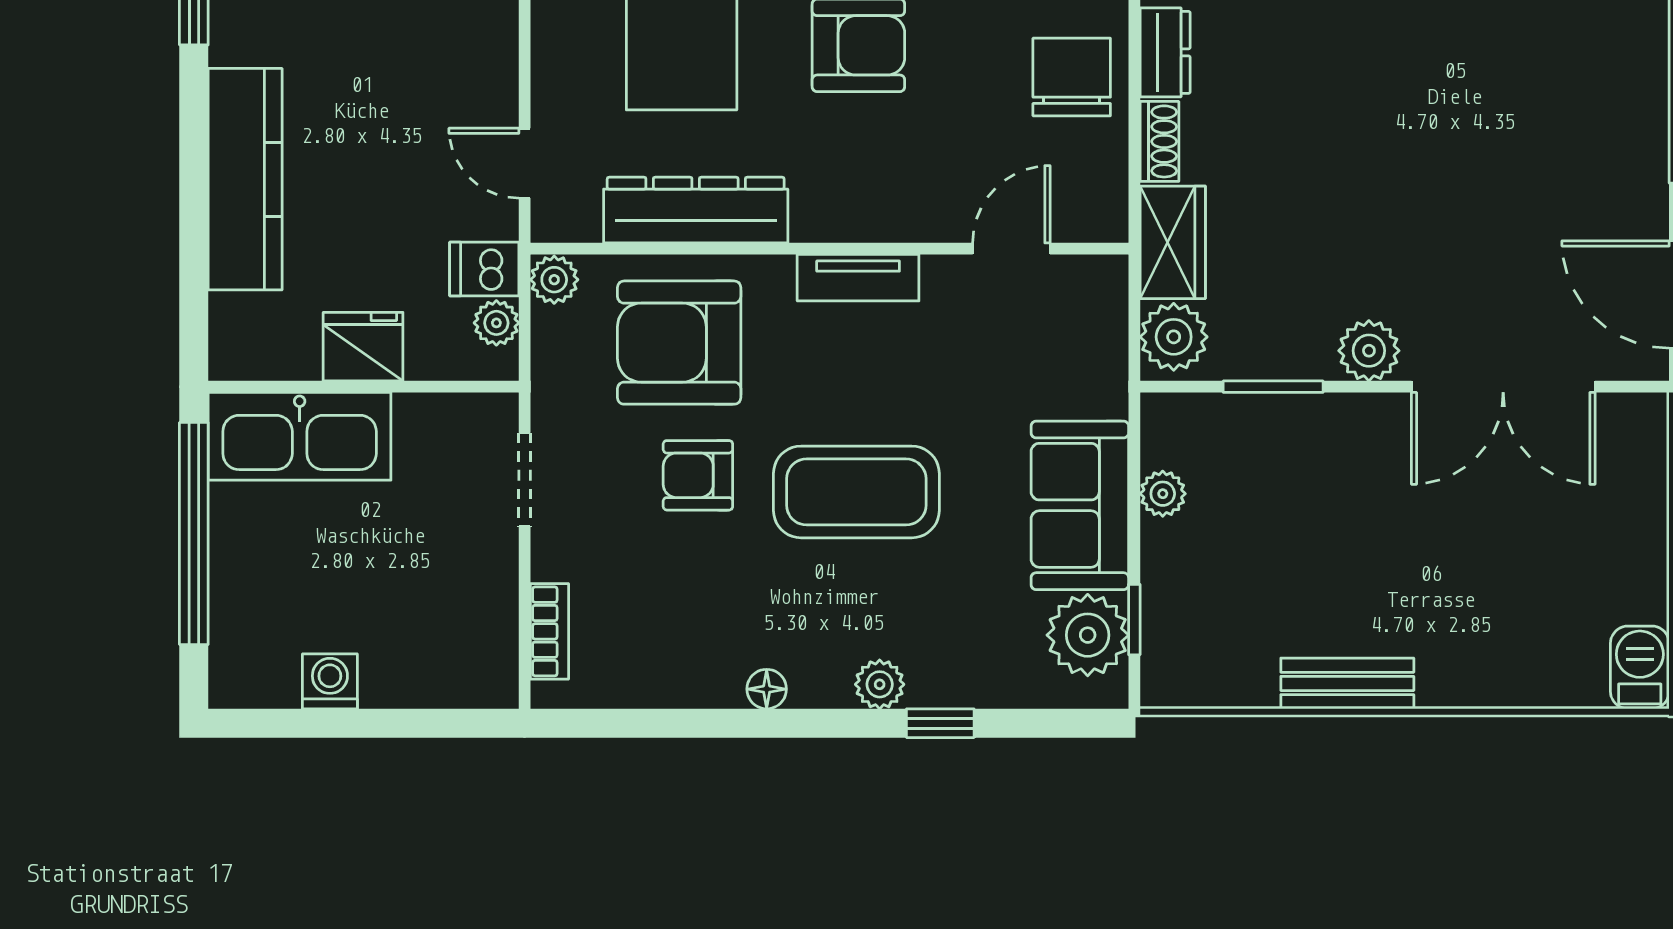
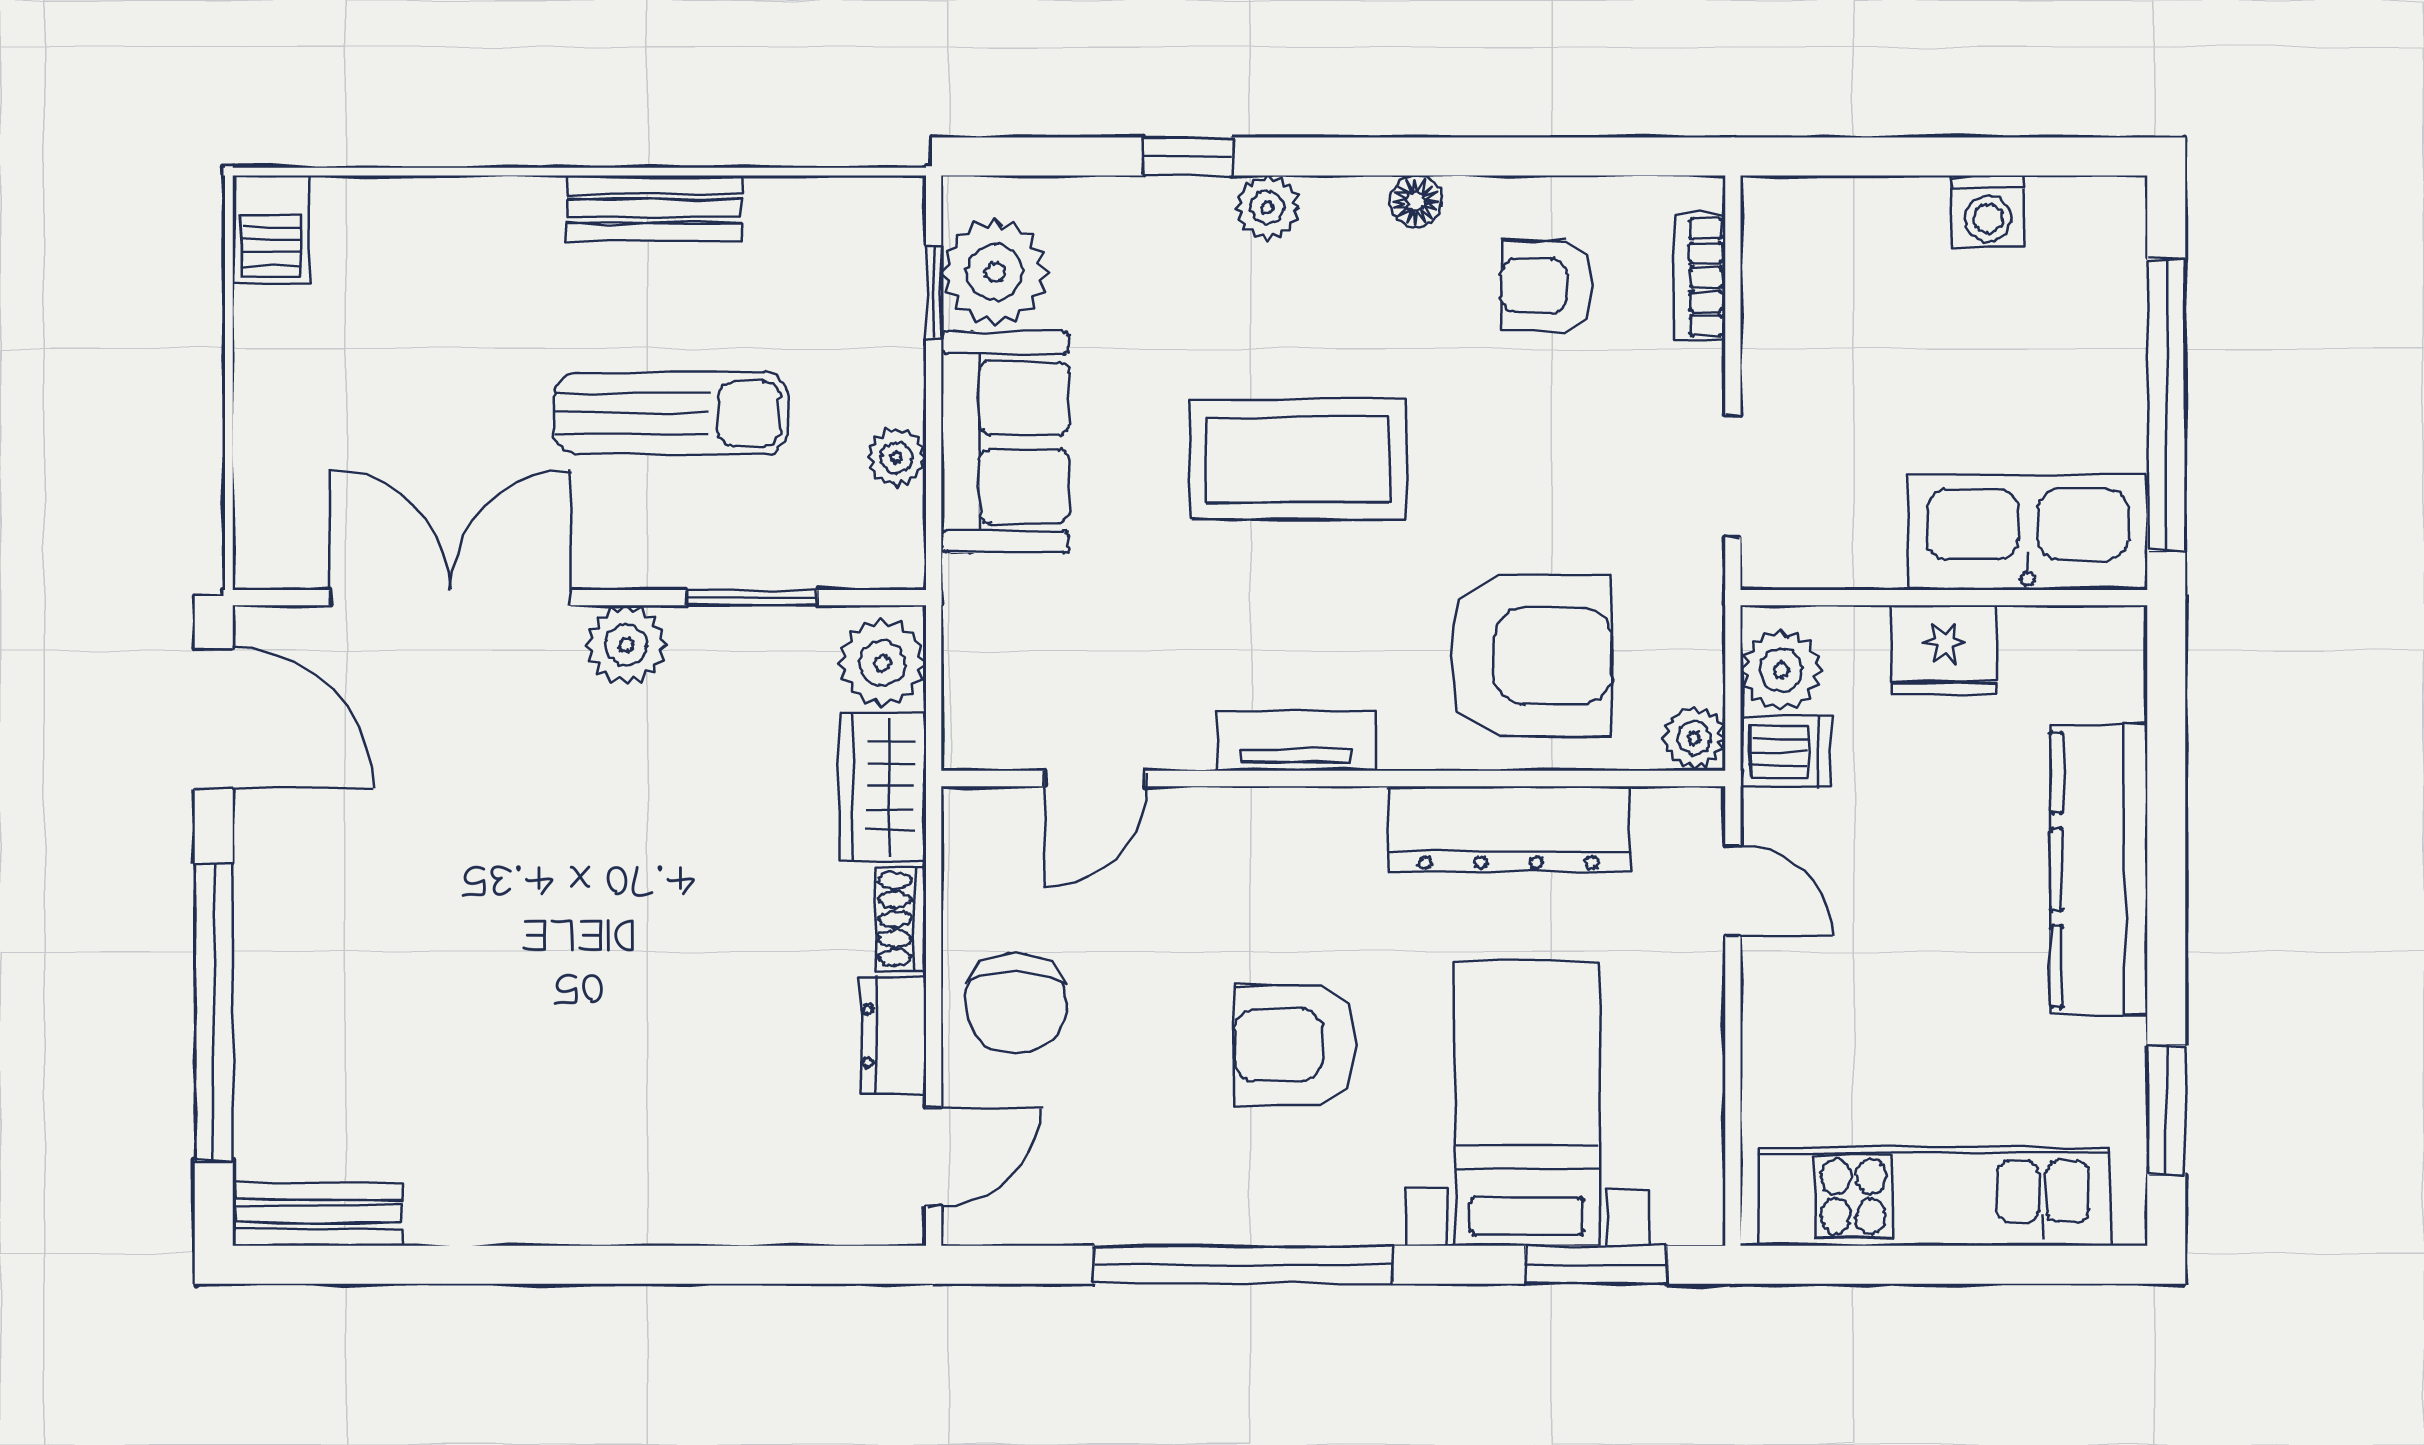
plant: (496, 323) -> (1781, 670), width x1.38, depth x1.38
armchair: (698, 475) -> (1547, 286), moved, turned 180
sun lounger: (1335, 527) -> (671, 414), added

